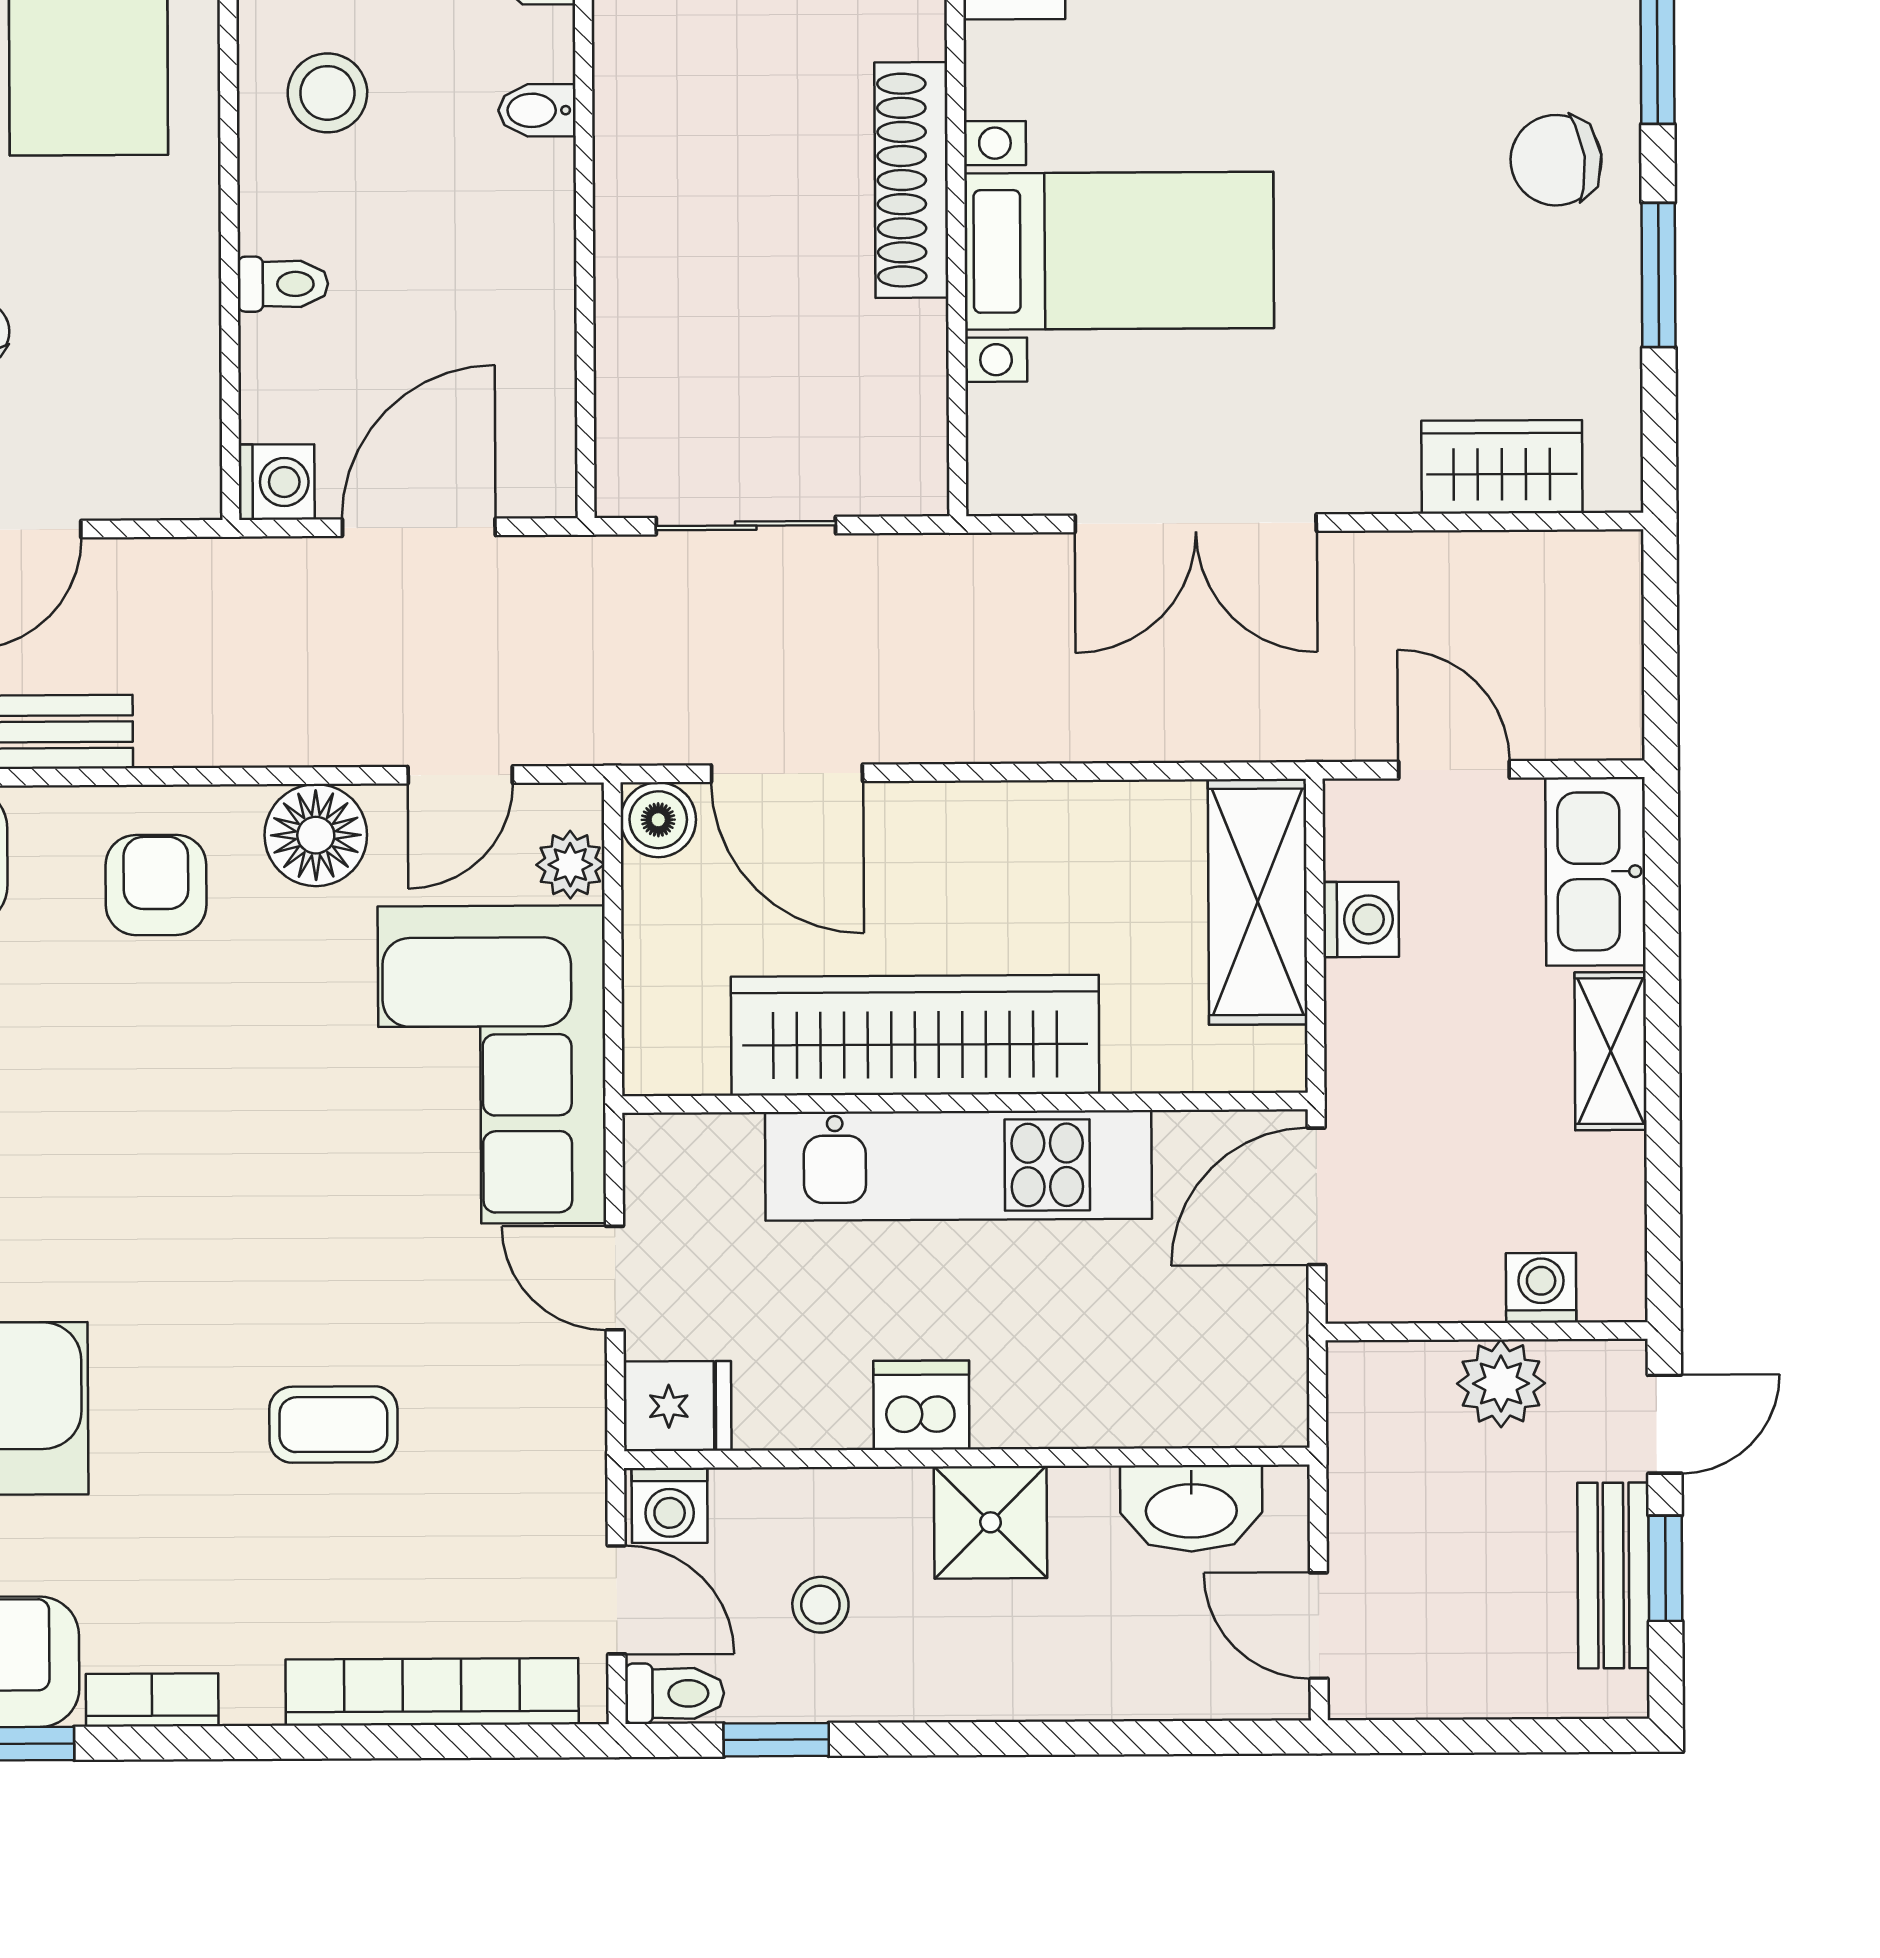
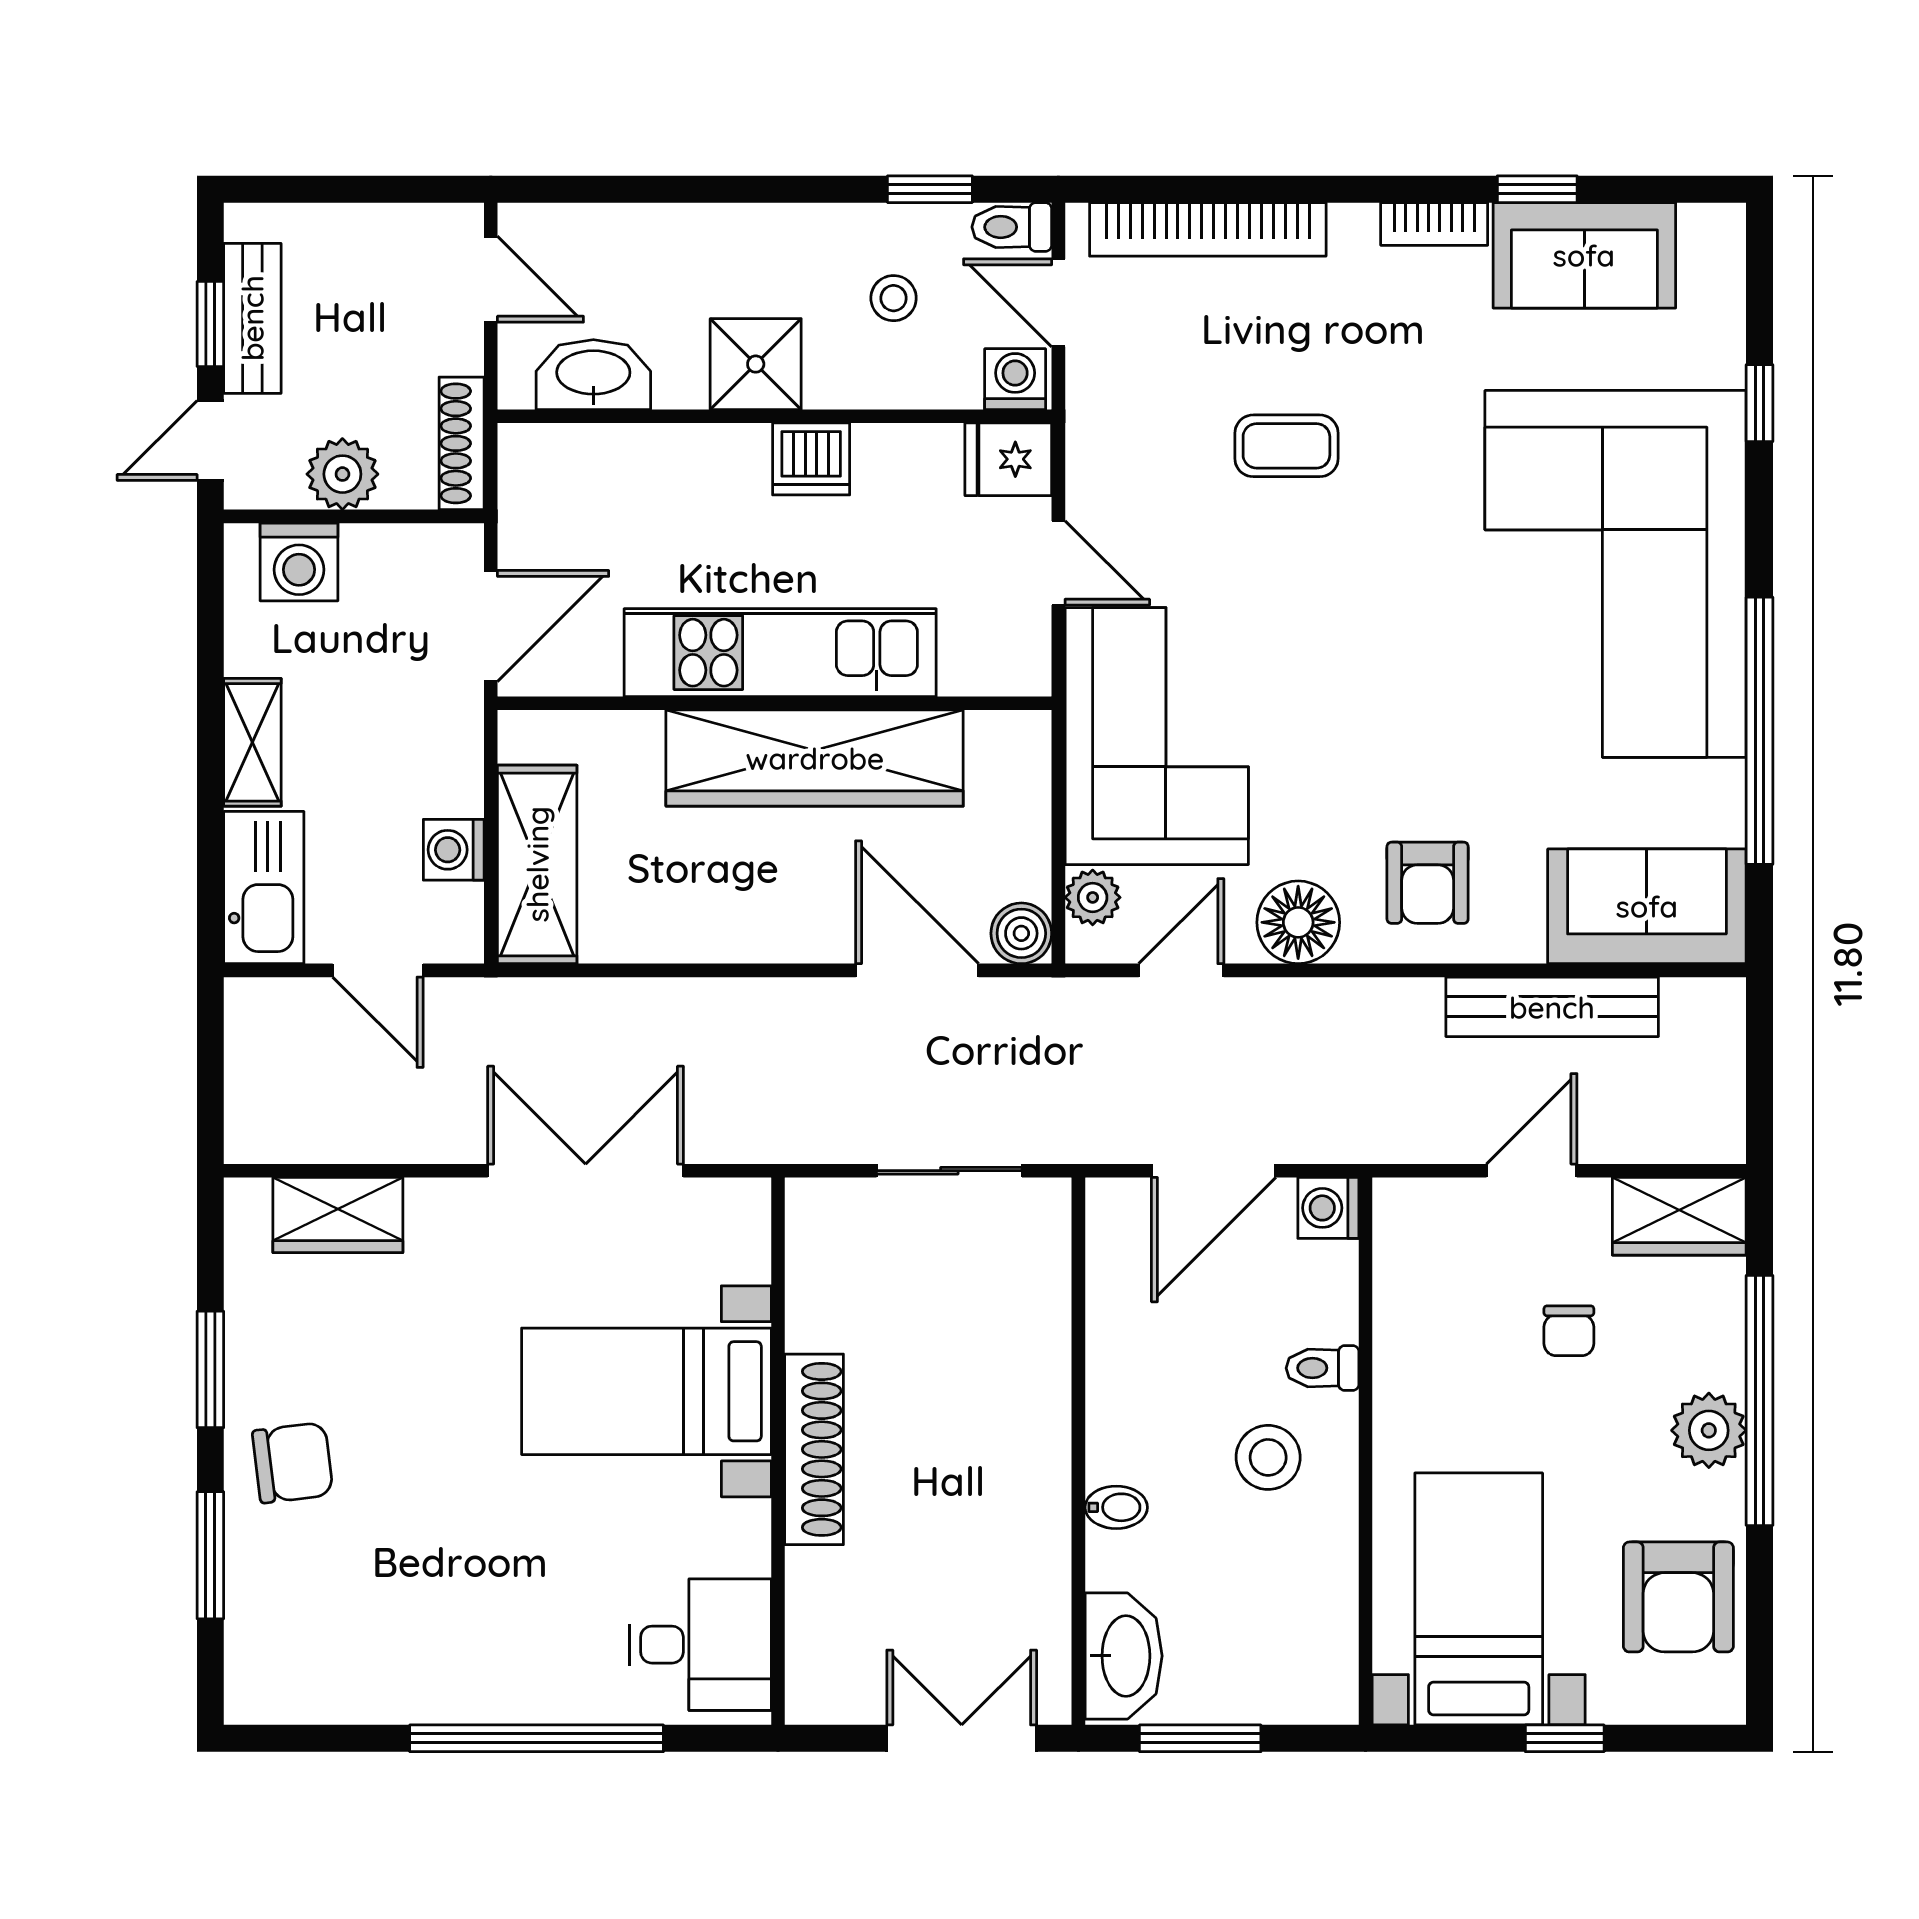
stool: (327, 93) -> (1268, 1457), moved
washing machine: (1541, 1288) -> (299, 562), width x1.38, depth x1.38
shoe rack: (1354, 1422) -> (462, 443), added

